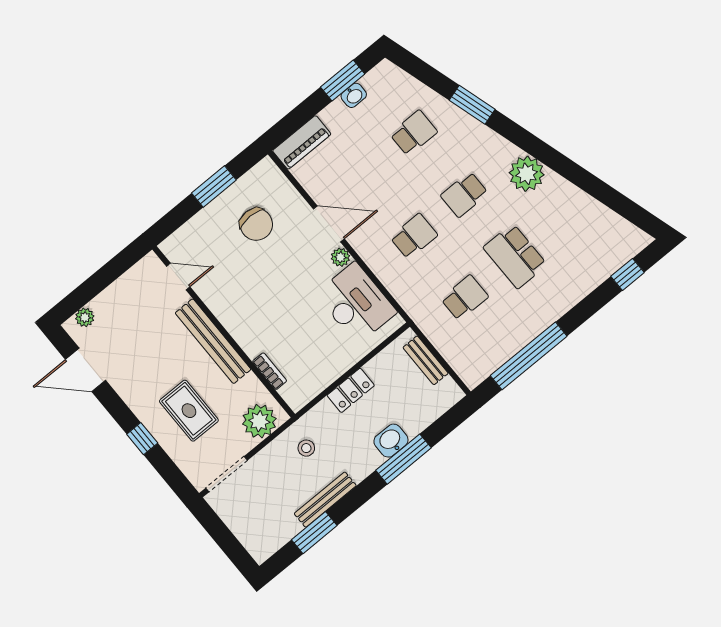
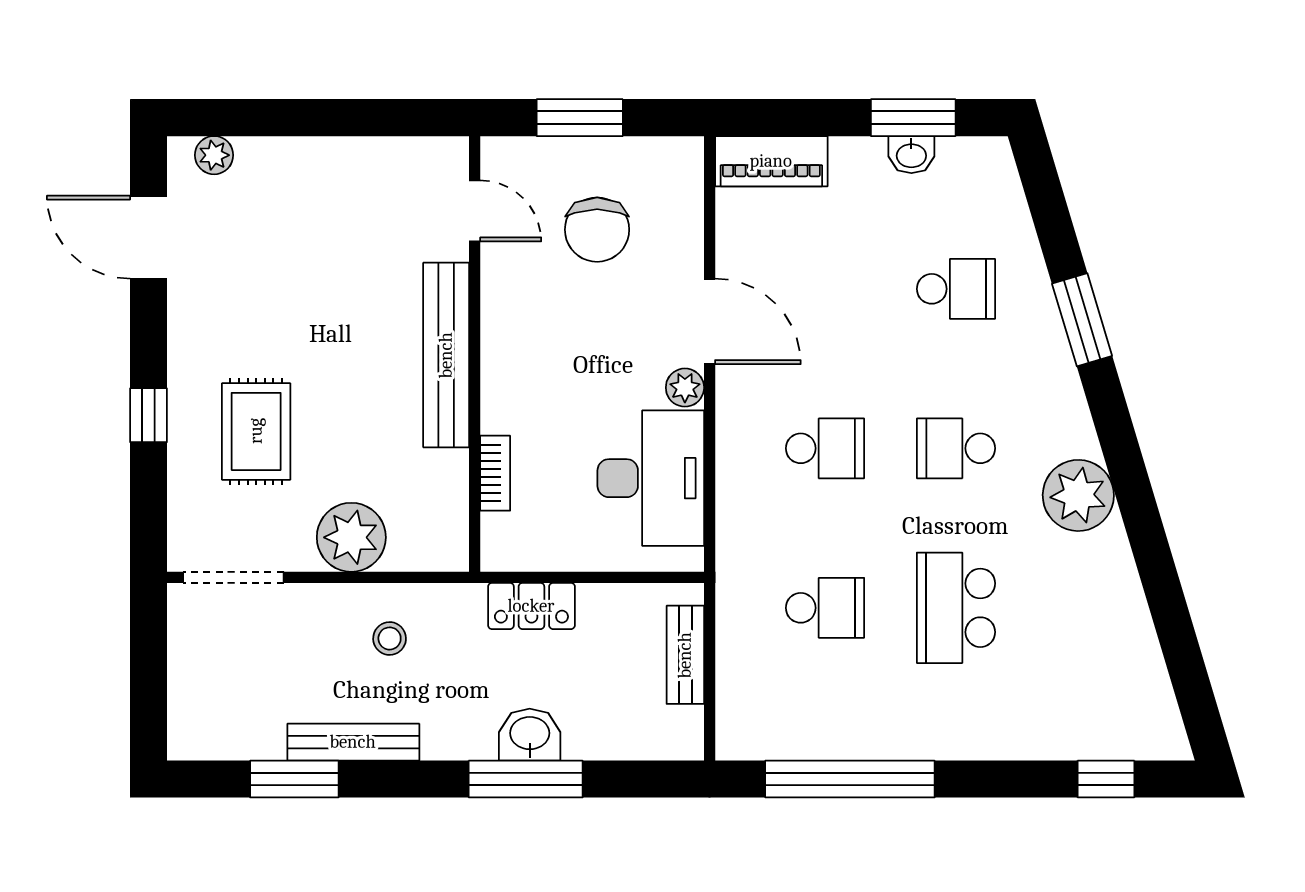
door: (178, 277) -> (475, 211), moved
wall: (224, 332) -> (475, 354), moved
bench: (213, 341) -> (446, 355), moved
bookcase: (270, 371) -> (495, 473), moved

